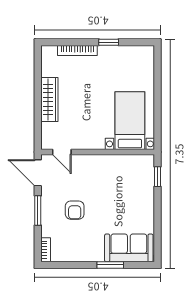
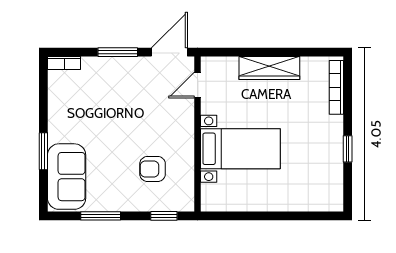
bookcase: (77, 50) -> (336, 87), moved
bed with nightstands: (130, 121) -> (240, 149), moved
armchair: (75, 210) -> (153, 169), moved
window: (158, 223) -> (101, 216), added

